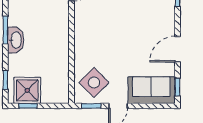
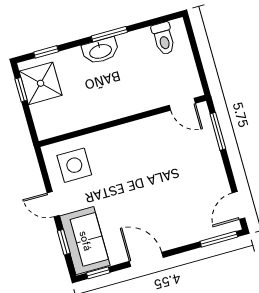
side table: (94, 82) -> (74, 165), turned 45
window: (91, 106) -> (64, 242), moved

